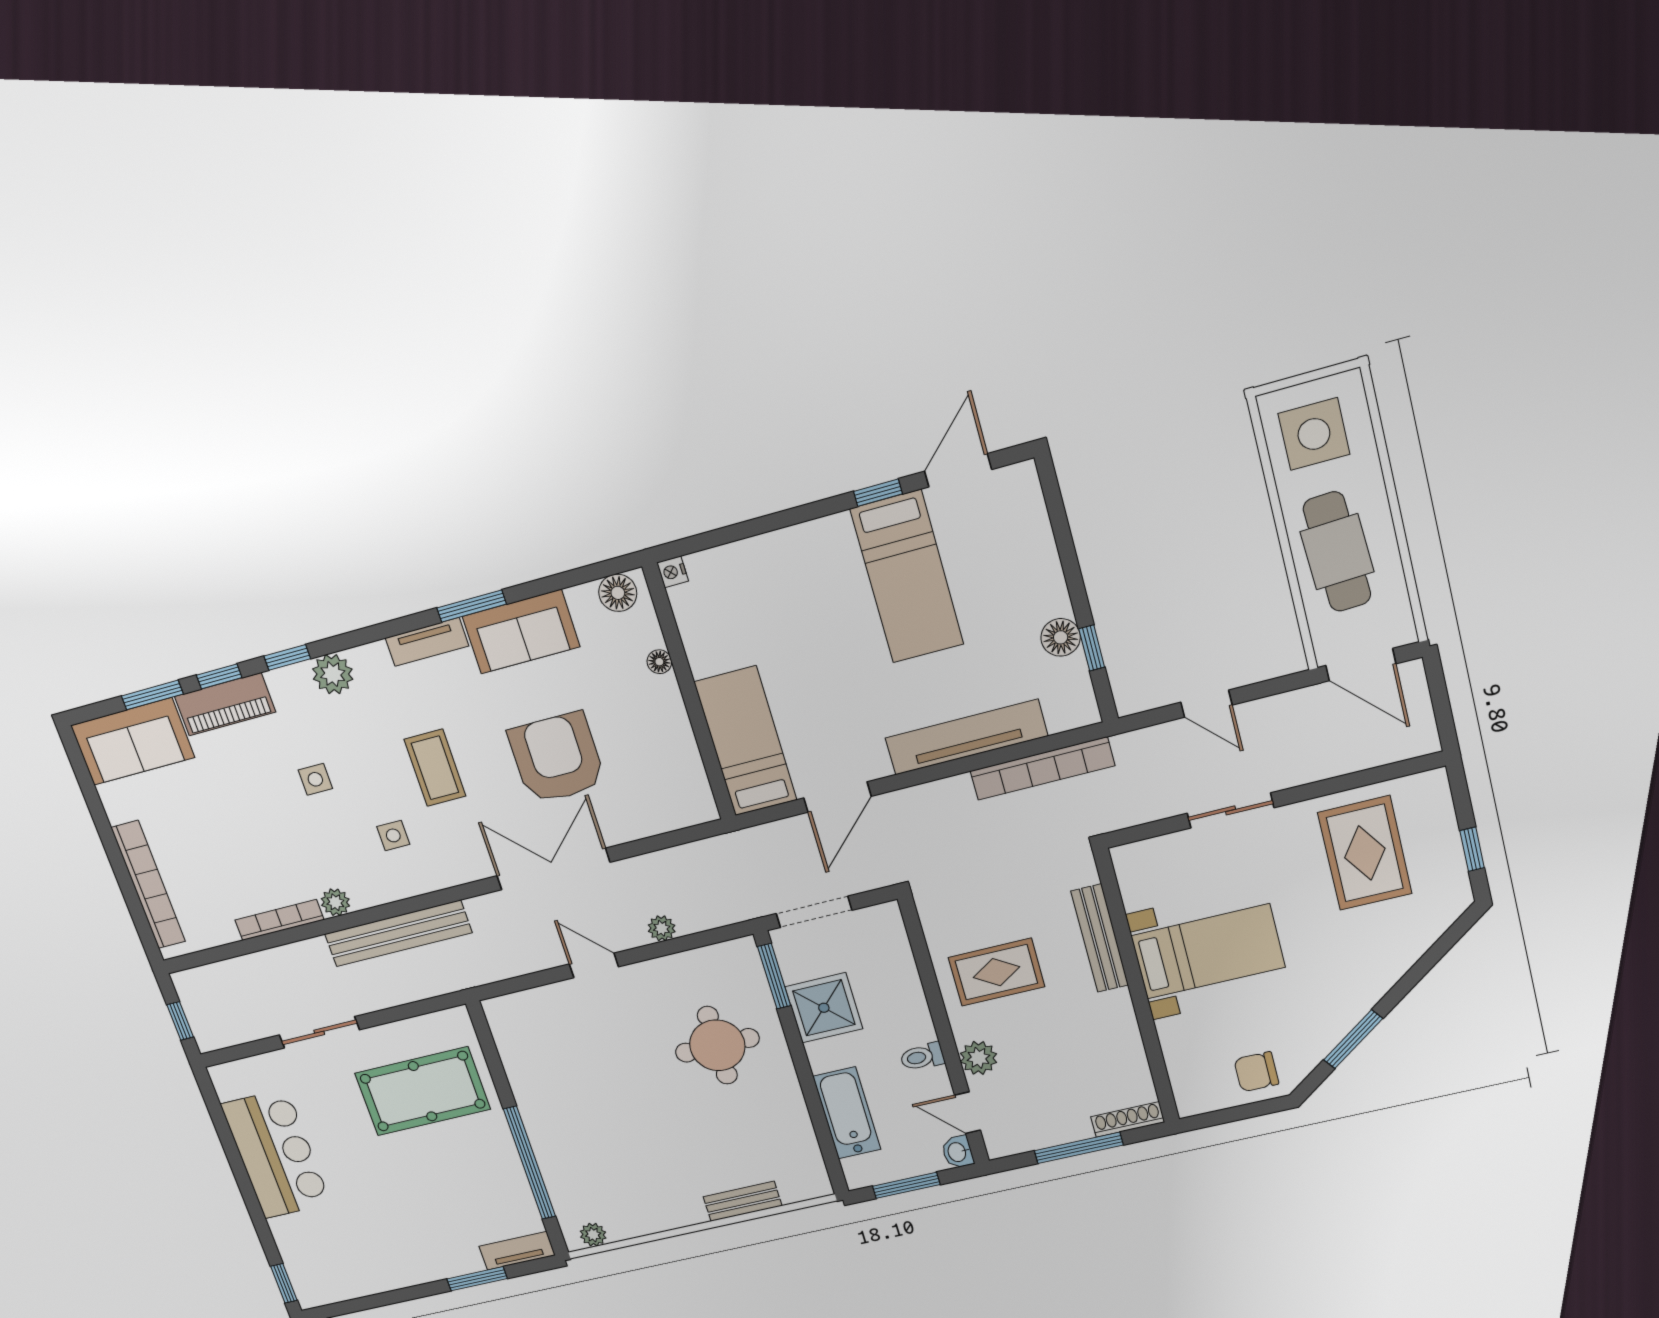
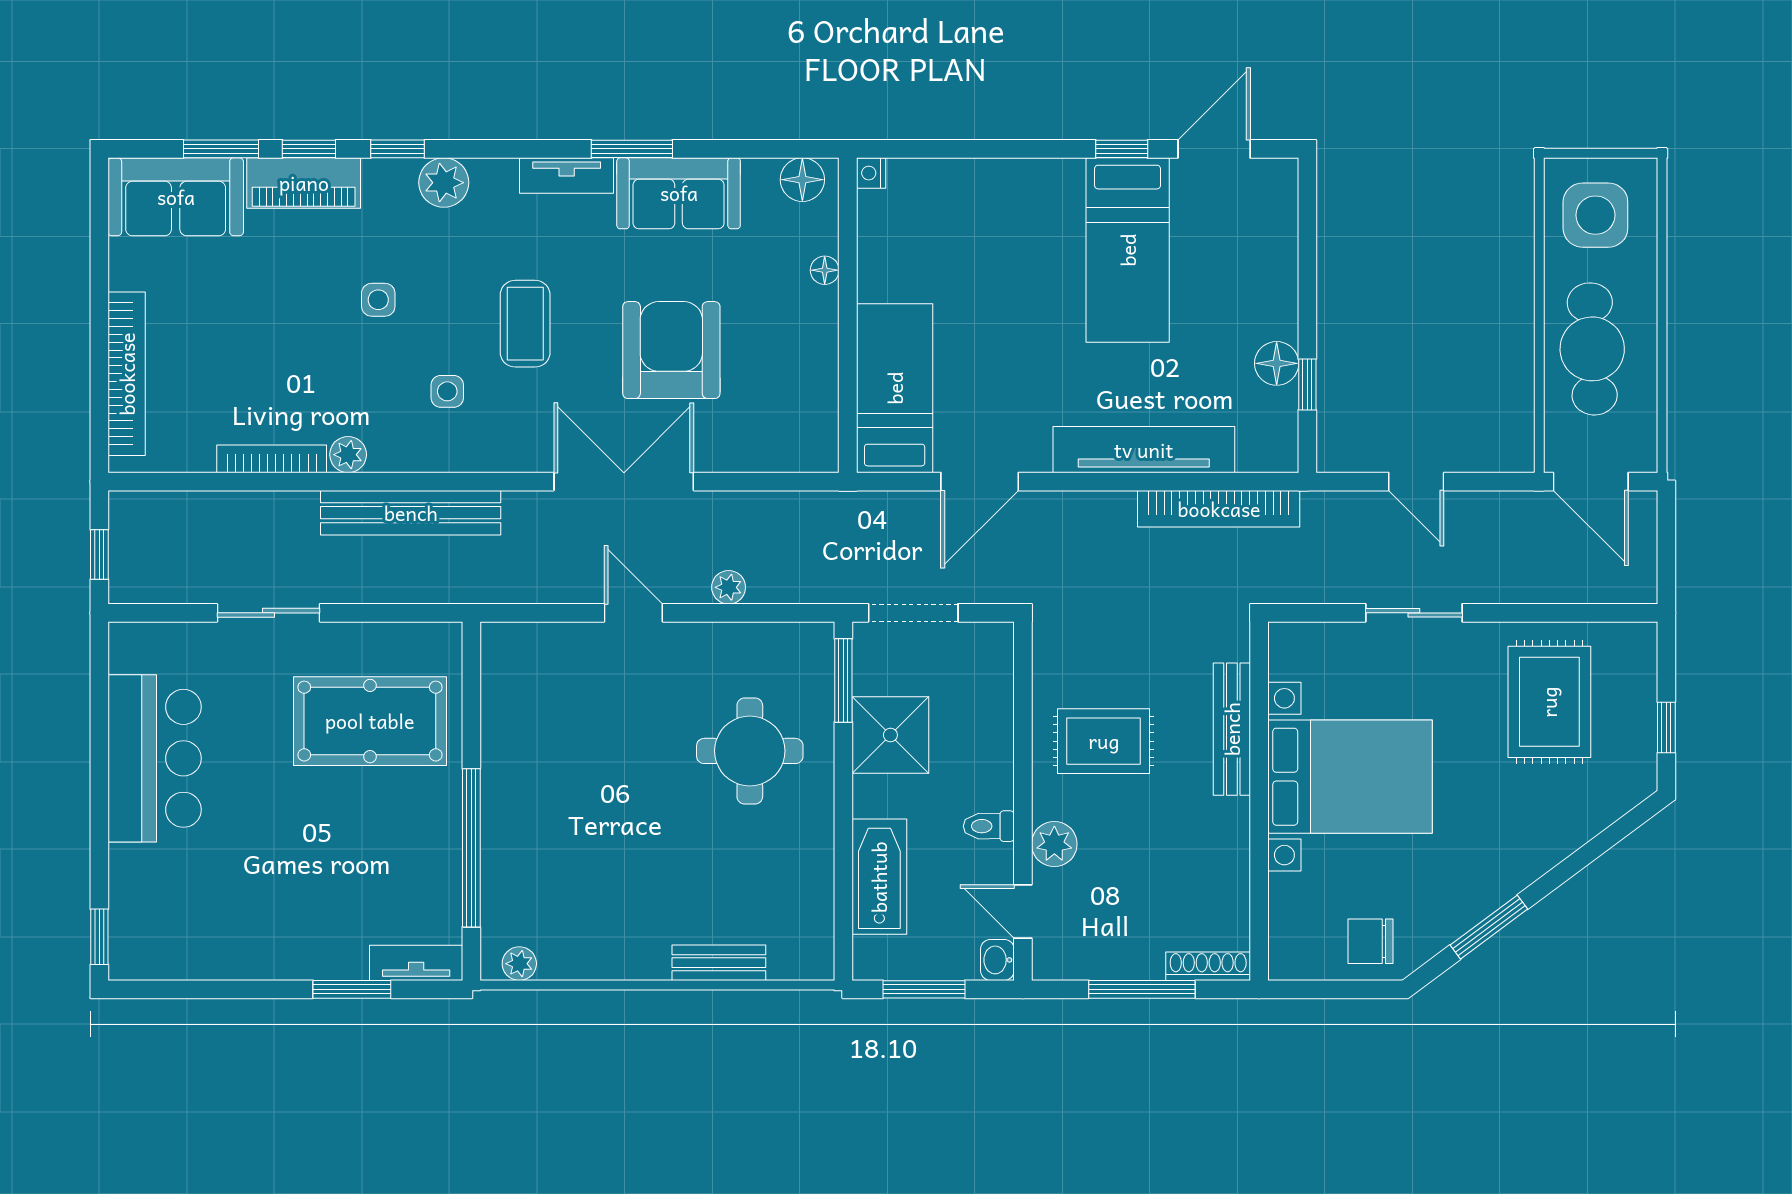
bed with nightstands: (1208, 951) -> (1350, 777), width x1.36

